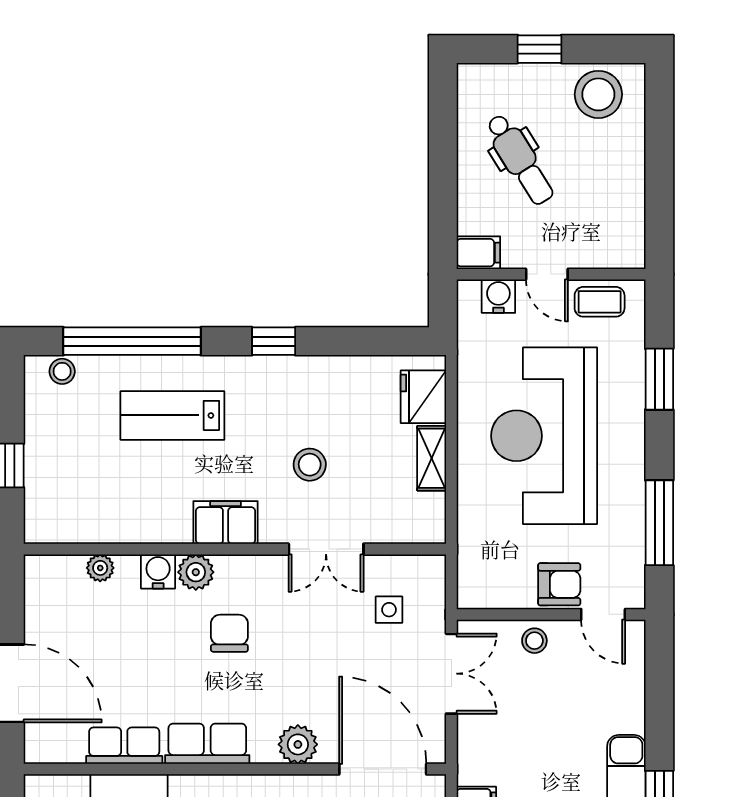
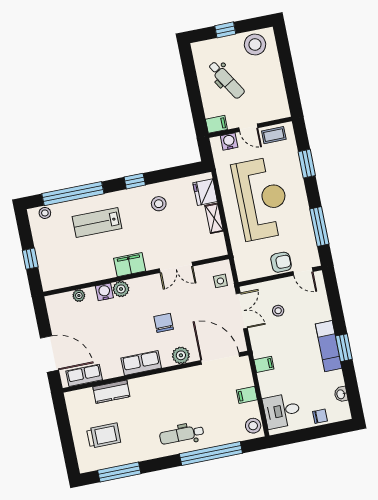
reception desk: (544, 436) -> (261, 199), turned 180
stool: (310, 465) -> (159, 204), moved
side table: (389, 610) -> (220, 281), moved
chair: (229, 633) -> (164, 323), moved
stool: (534, 641) -> (278, 311), moved
row of seats: (124, 746) -> (84, 375), moved

